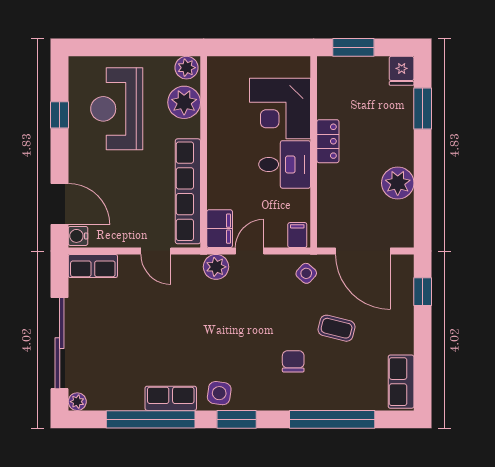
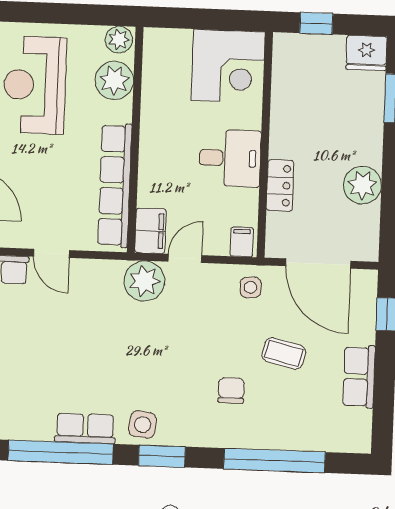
window: (353, 47) -> (316, 23), width x0.67
fridge: (402, 71) -> (367, 53), width x1.38
corner desk: (280, 108) -> (228, 66), moved, turned -90
locker: (328, 141) -> (280, 186), moved
door: (156, 251) -> (51, 253), moved
plant: (216, 267) -> (144, 281), width x1.36, depth x1.36
side table: (306, 273) -> (251, 287), turned 45
row of seats: (401, 382) -> (359, 377), moved

